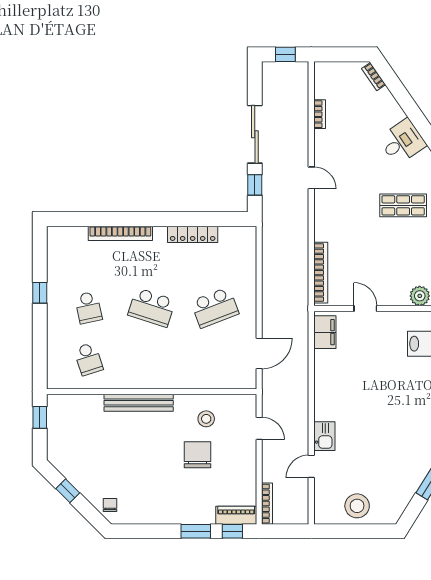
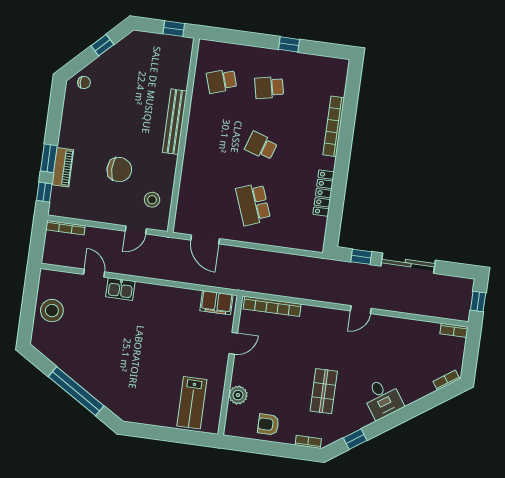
bookcase: (320, 114) -> (454, 330), moved
school desk: (152, 308) -> (261, 146), width x0.54
stool: (206, 419) -> (152, 200), moved
piano: (236, 515) -> (63, 167), moved

